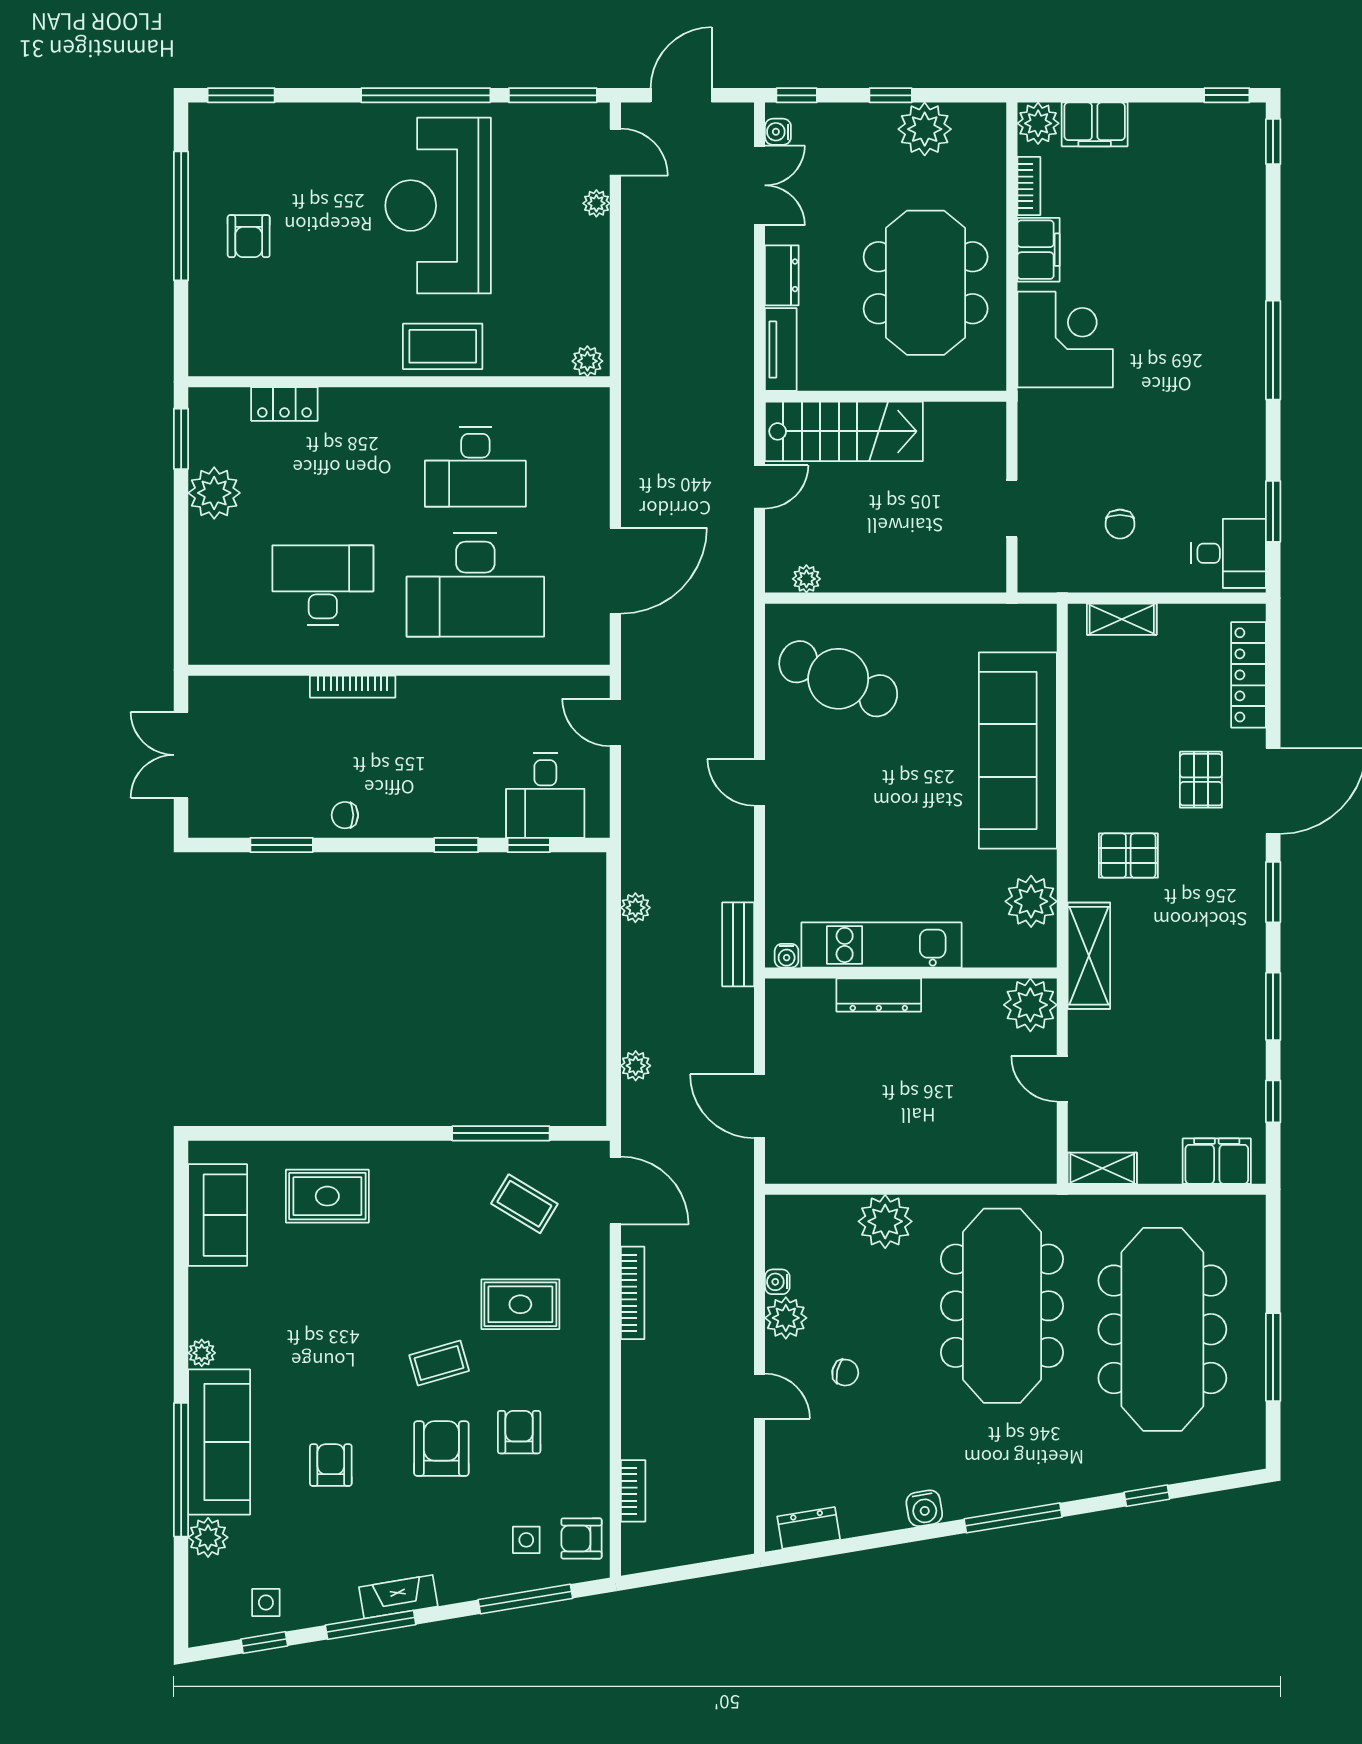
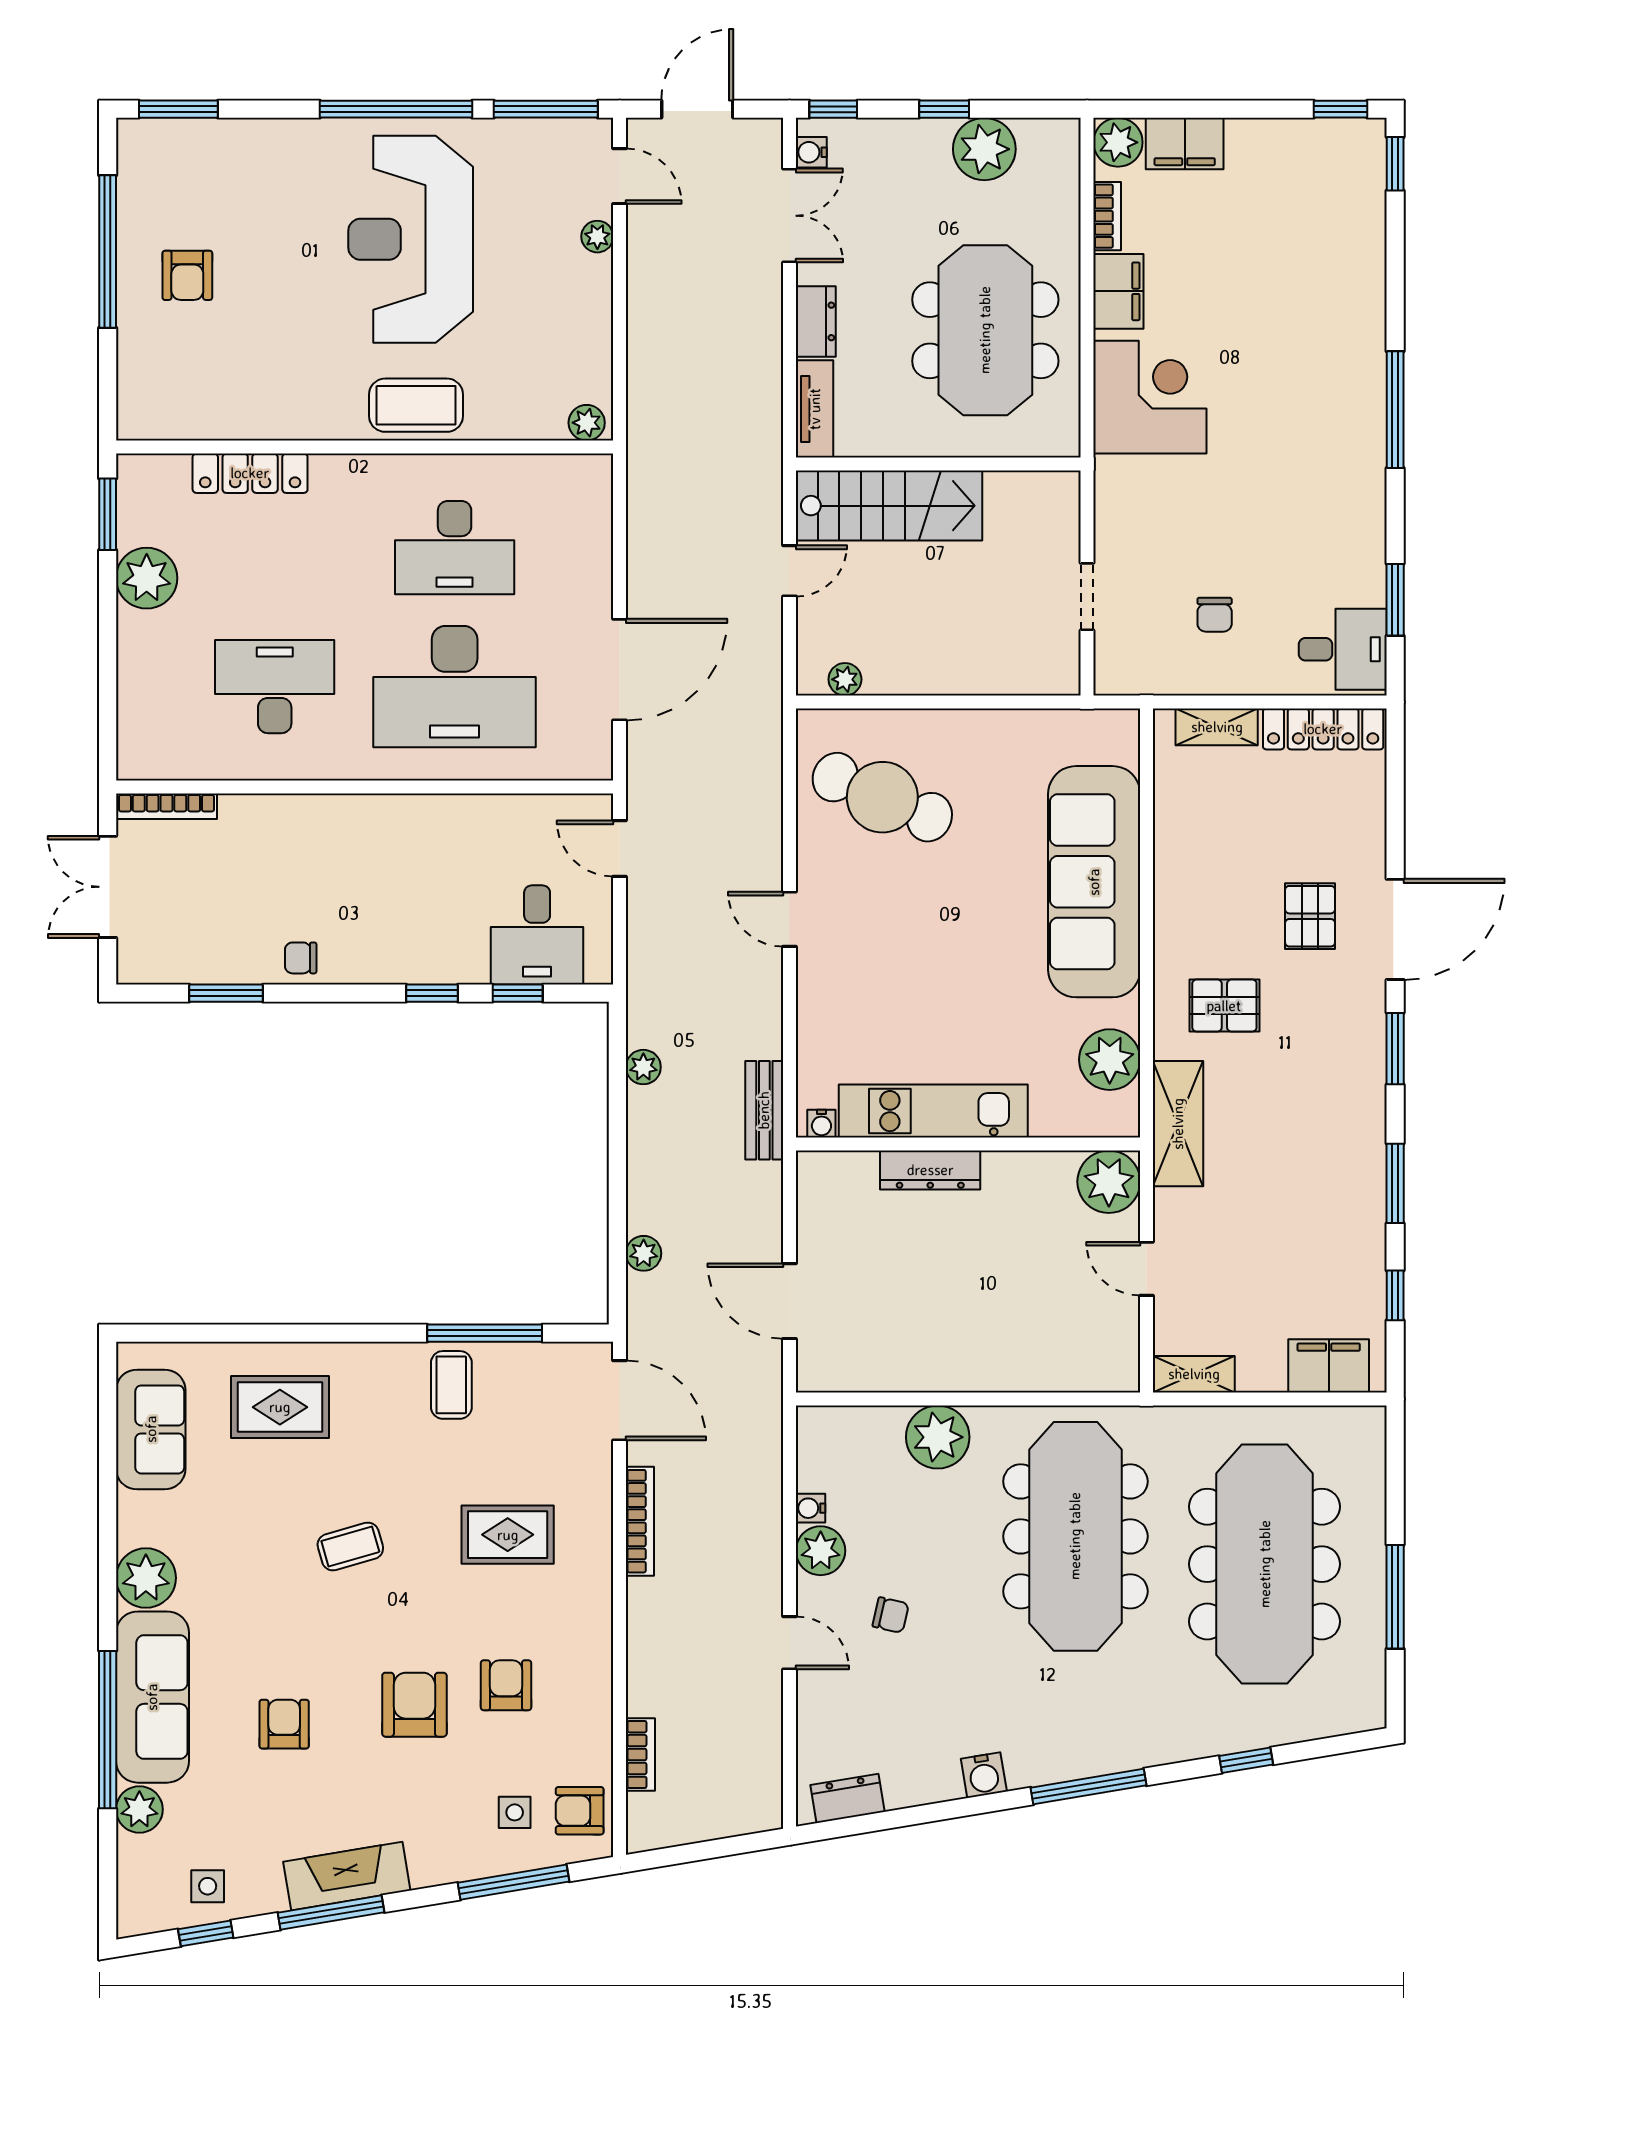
locker: (284, 404) -> (250, 473), width x1.53
locker: (1249, 675) -> (1323, 729), moved, turned -90
bookcase: (353, 687) -> (166, 806), moved
coffee table: (524, 1204) -> (451, 1385), moved, turned 59
plant: (202, 1353) -> (146, 1578), width x1.88, depth x1.88
coffee table: (439, 1363) -> (350, 1547), moved
fireplace: (398, 1597) -> (347, 1876), width x1.37, depth x1.32

